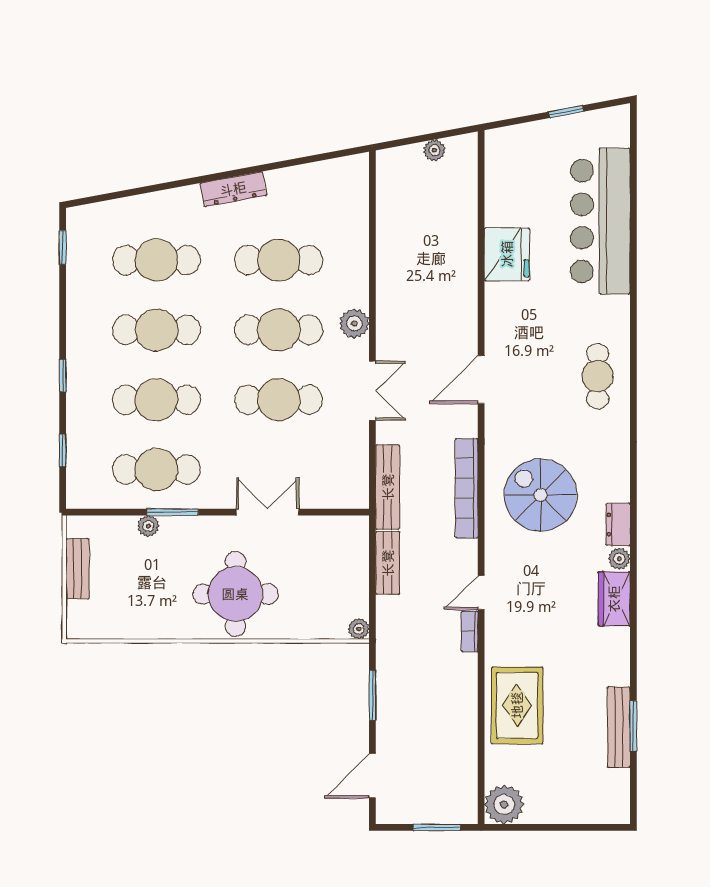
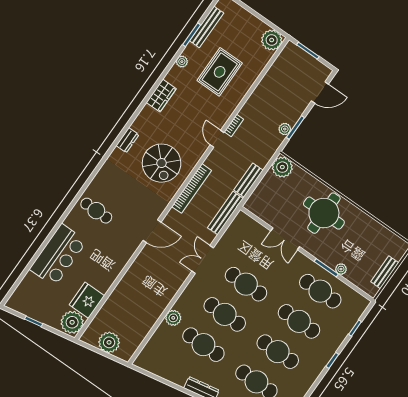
plant: (434, 150) -> (109, 342), width x1.88, depth x1.88
plant: (506, 152) -> (72, 322), added
bar counter: (600, 221) -> (58, 255), width x0.73
fridge: (507, 254) -> (87, 300), moved
plant: (354, 323) -> (173, 318), moved
cafe table: (598, 376) -> (96, 211), moved, turned 90
dresser: (618, 524) -> (127, 140), moved
plant: (619, 559) -> (182, 62), moved
door: (481, 593) -> (217, 139), swing flipped
plant: (359, 629) -> (282, 167), width x1.87, depth x1.87
plant: (387, 681) -> (285, 129), added
rug: (517, 705) -> (220, 72), moved
bench: (619, 727) -> (207, 27), moved

